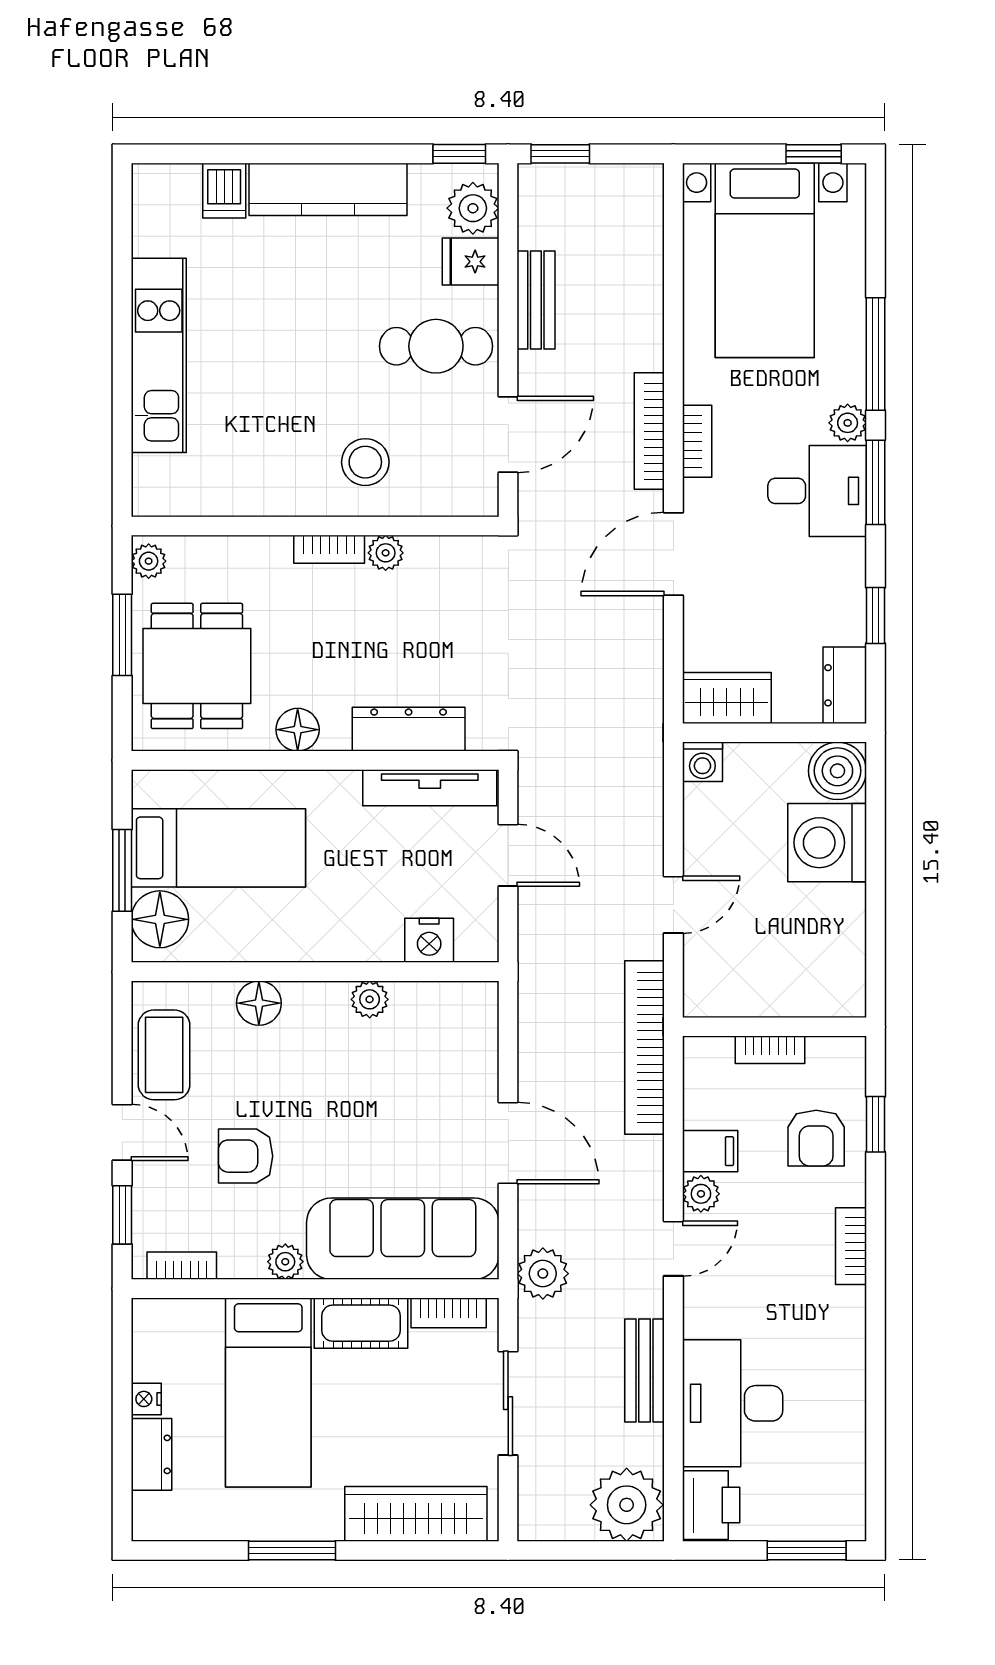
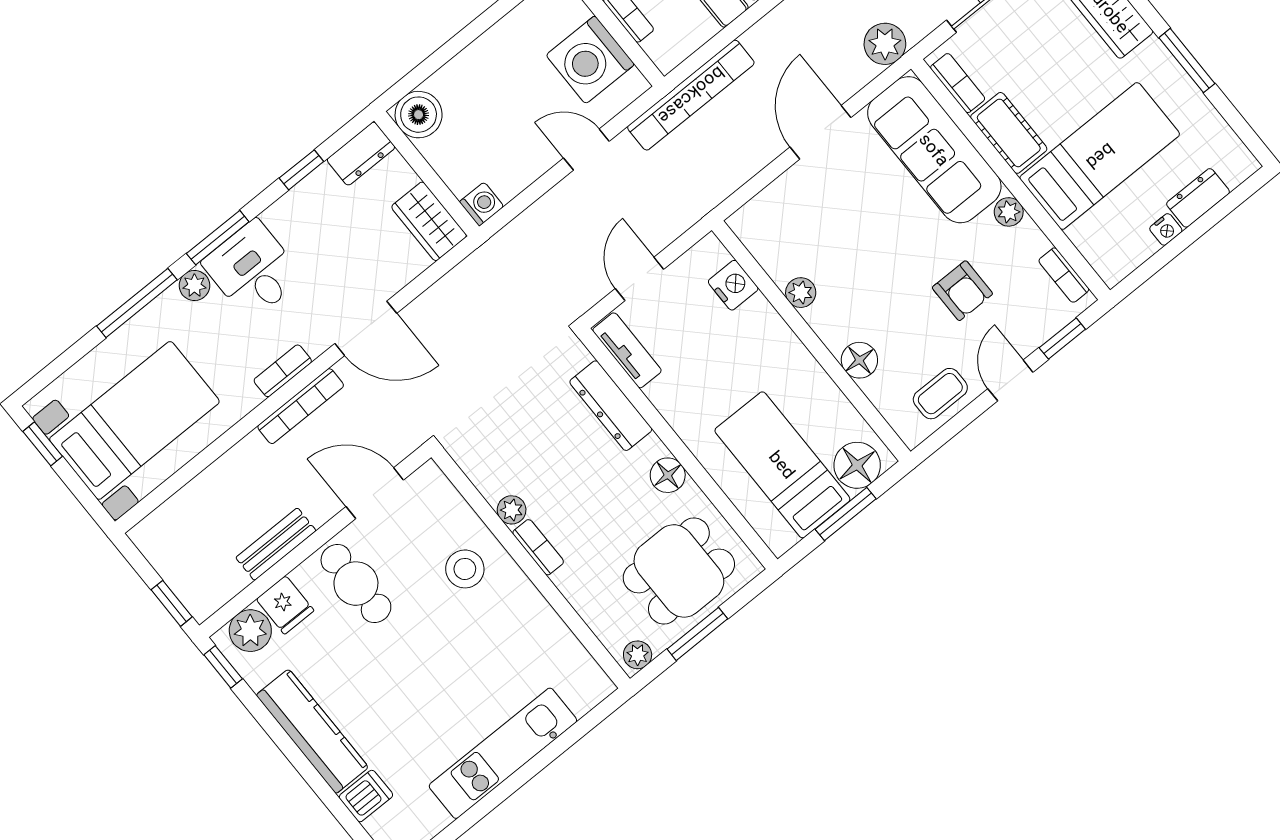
tv unit: (430, 788) -> (627, 350), width x0.71
washing machine: (827, 843) -> (590, 60), moved, turned 90
coffee table: (164, 1055) -> (940, 394), width x0.73, depth x0.77

